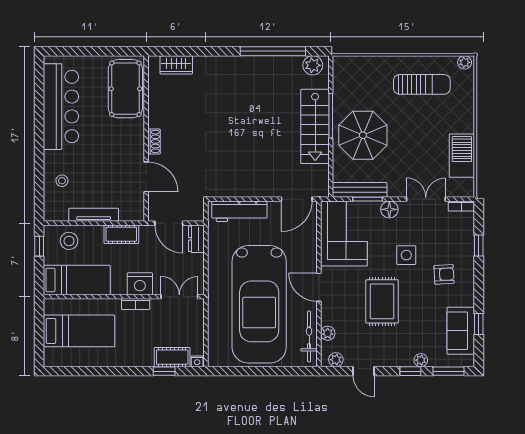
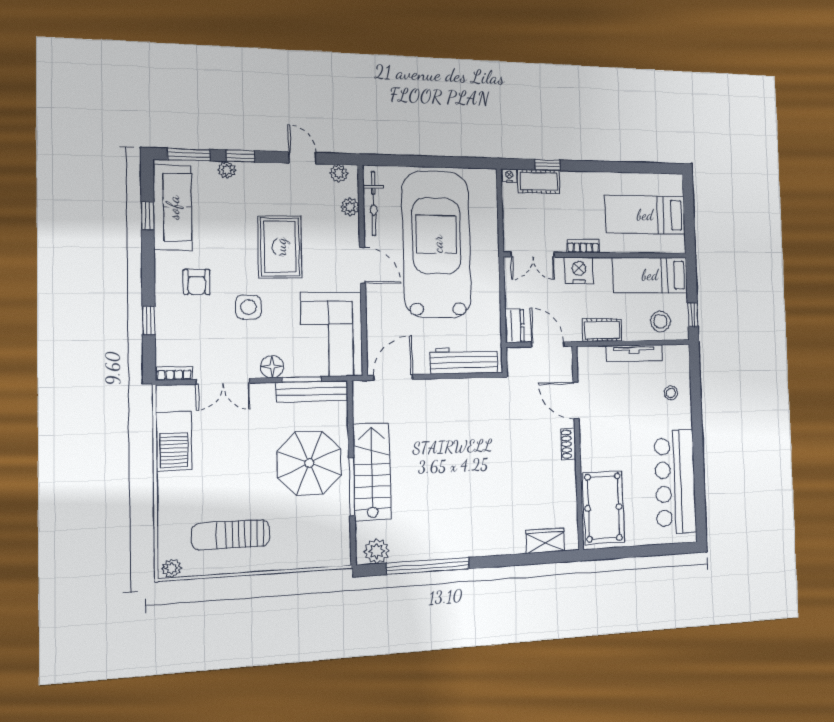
armchair: (444, 274) -> (197, 282), turned -87
sofa: (461, 331) -> (173, 207), width x1.36

